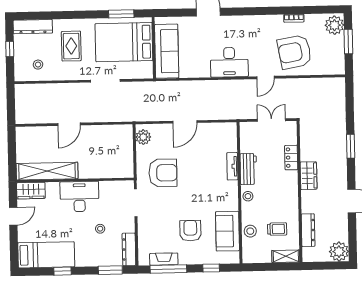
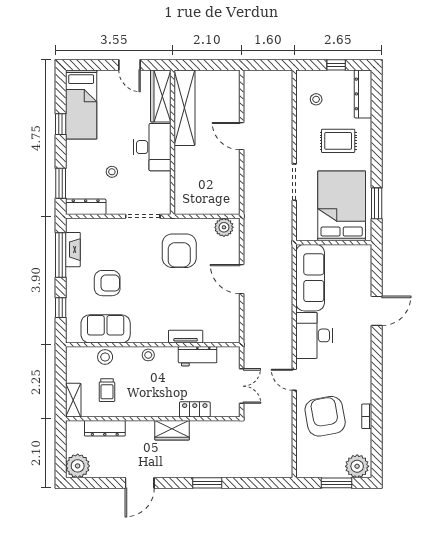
sofa: (167, 51) -> (310, 278), moved, turned -90
workbench: (248, 169) -> (198, 356), moved
wardrobe: (31, 191) -> (161, 96), width x1.50

